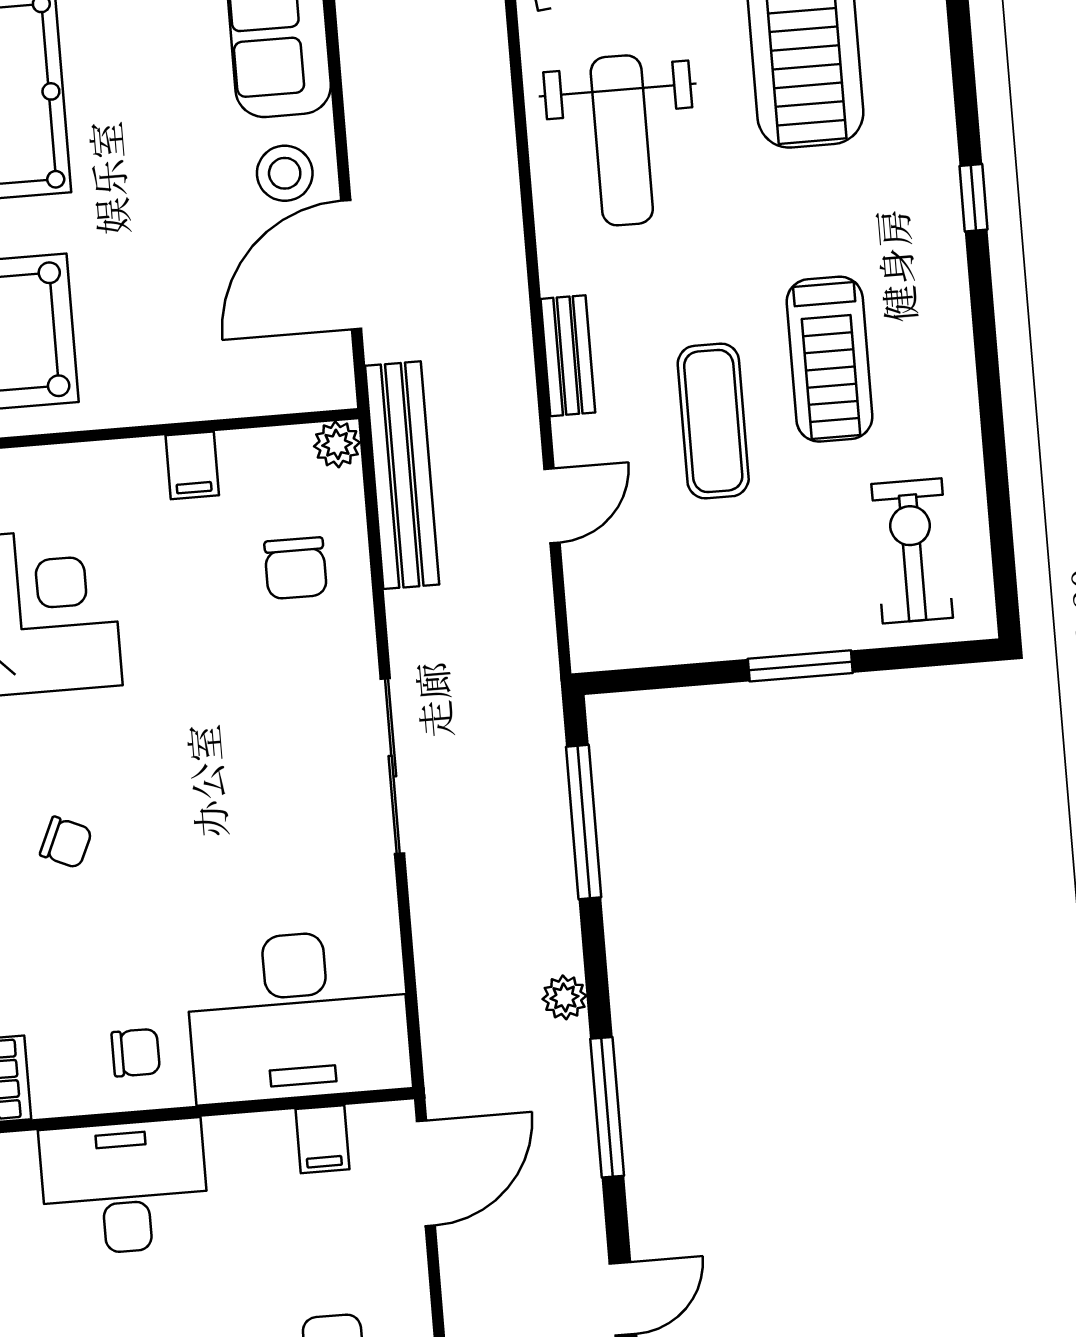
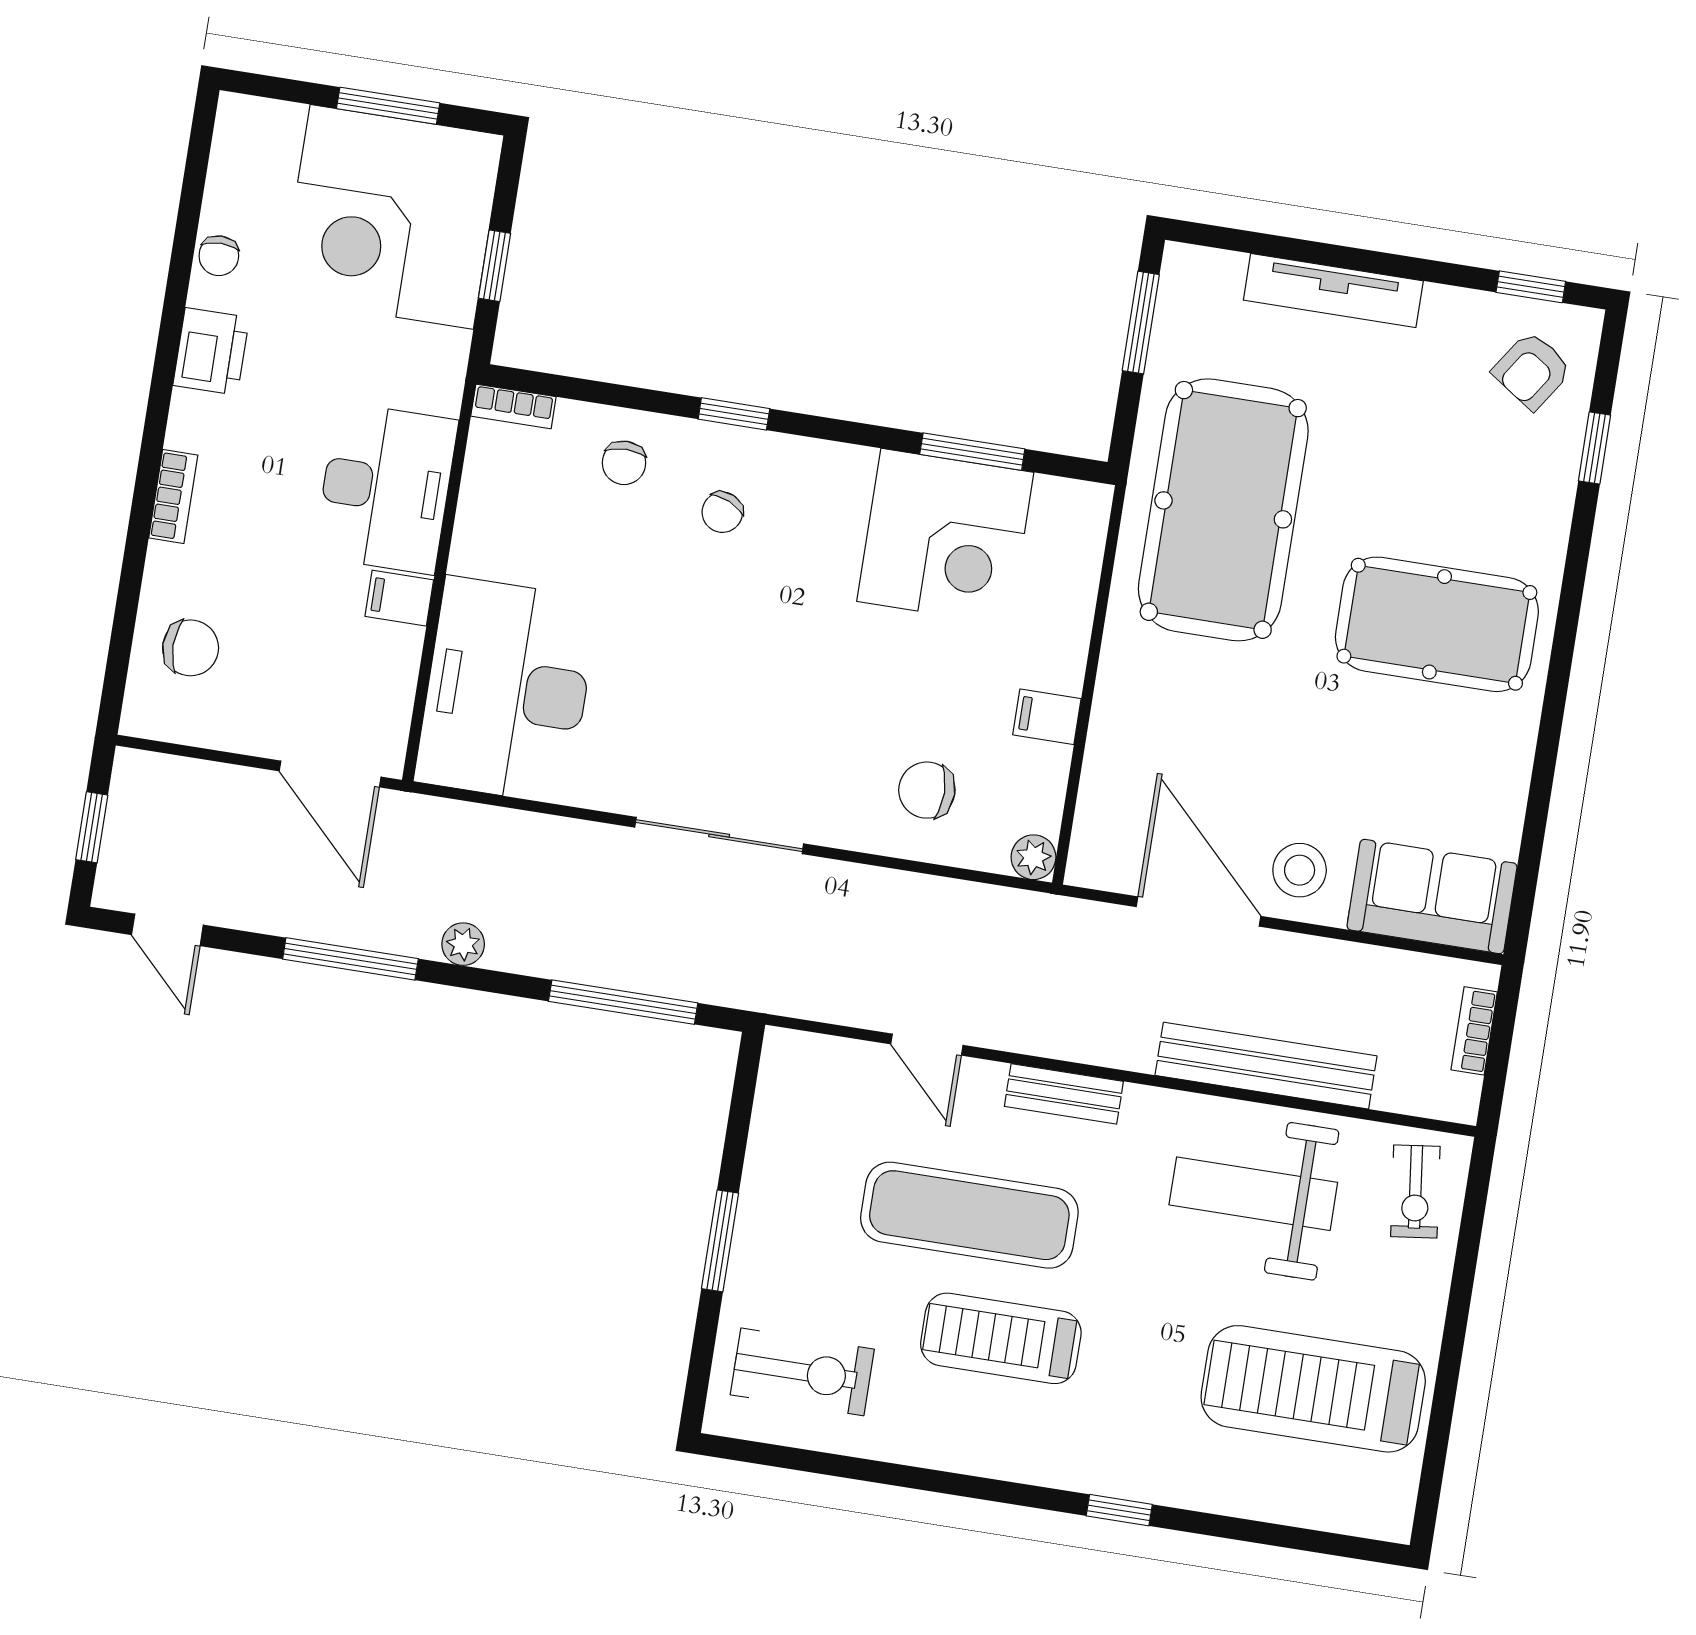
exercise mat: (713, 421) -> (969, 1215), width x1.36, depth x1.45
bench: (402, 475) -> (1266, 1066), moved
chair: (136, 1053) -> (624, 463), moved
filing cabinet: (322, 1139) -> (399, 598), moved

